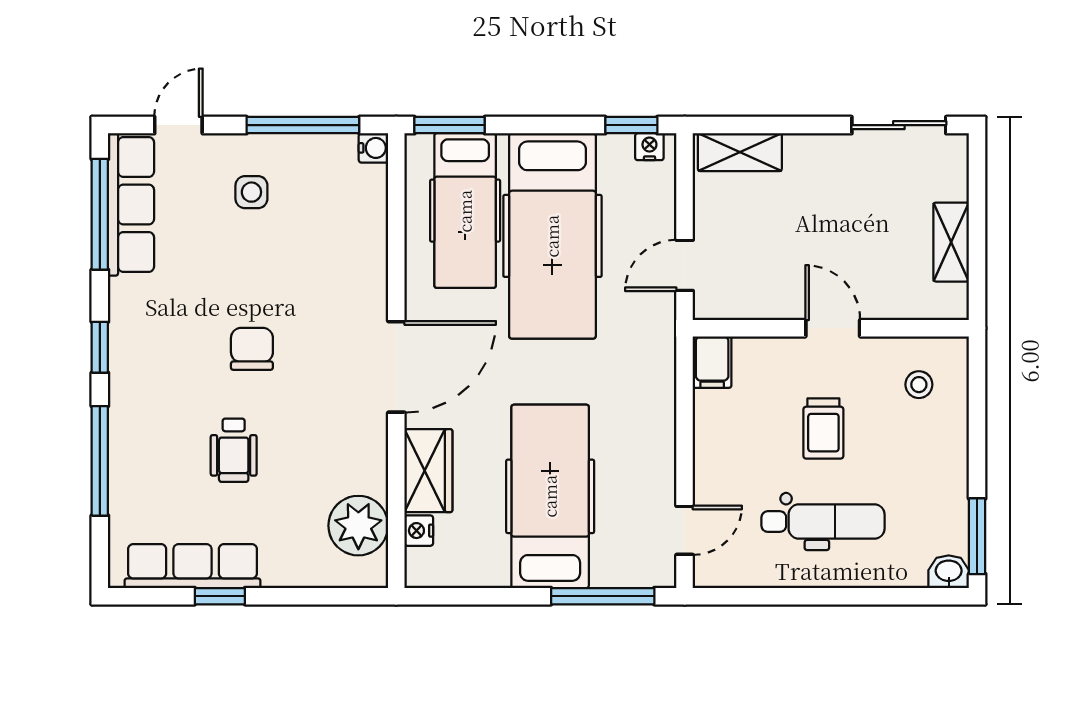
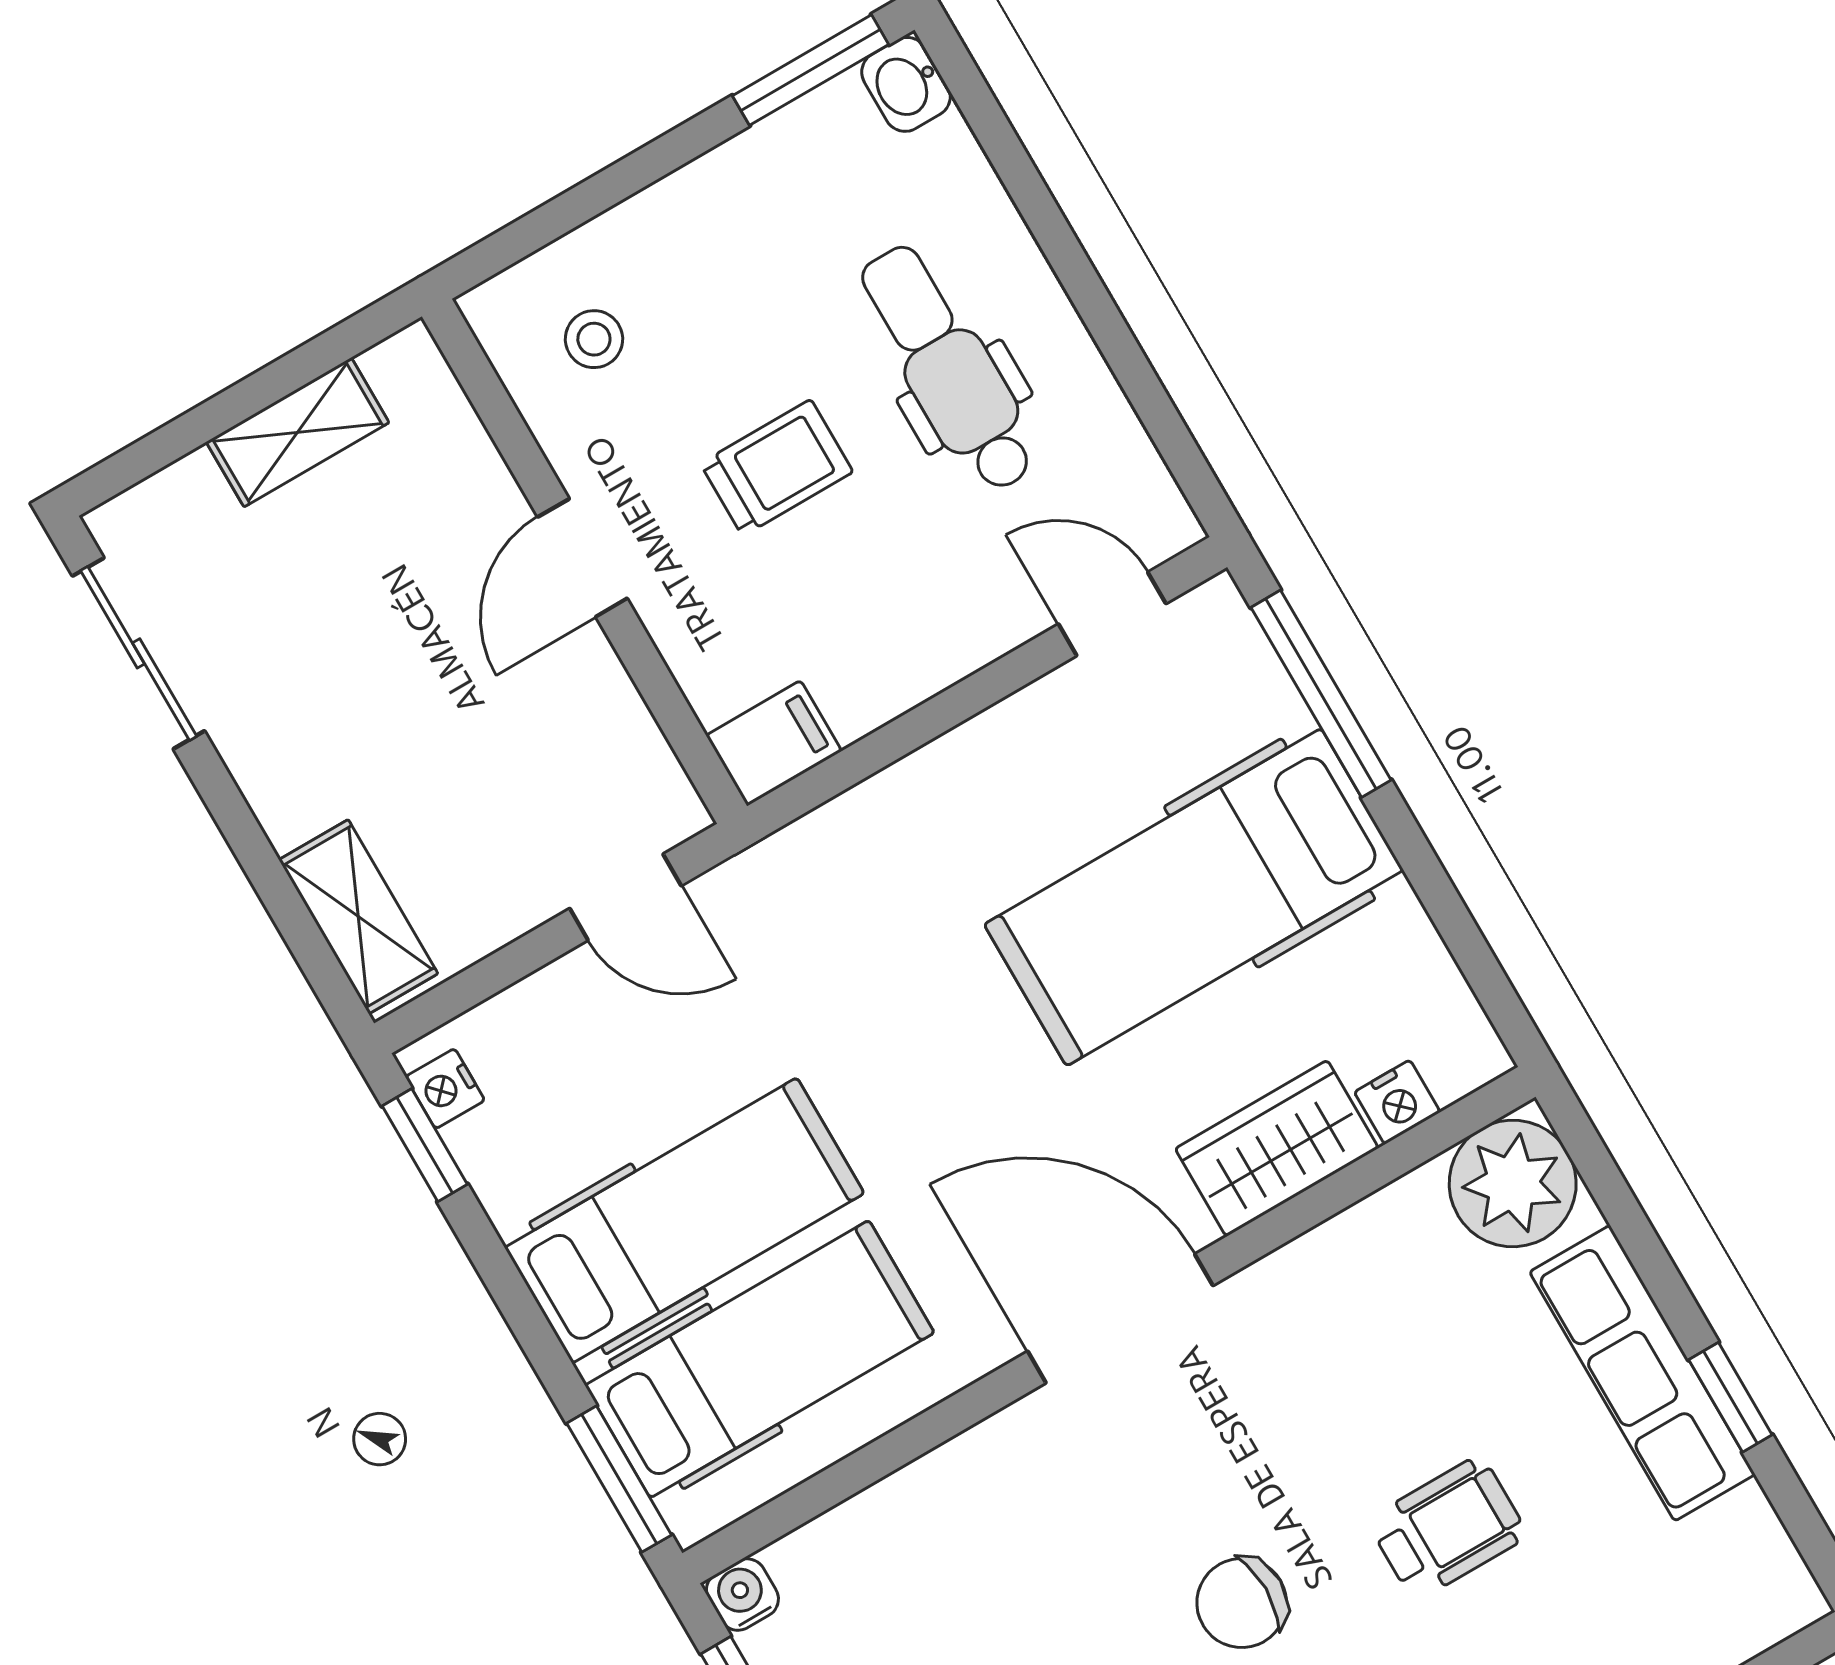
hospital bed: (552, 236) -> (684, 1220), width x0.73, depth x0.78
plant: (358, 526) -> (1513, 1183), moved
row of seats: (192, 566) -> (1642, 1373), moved

